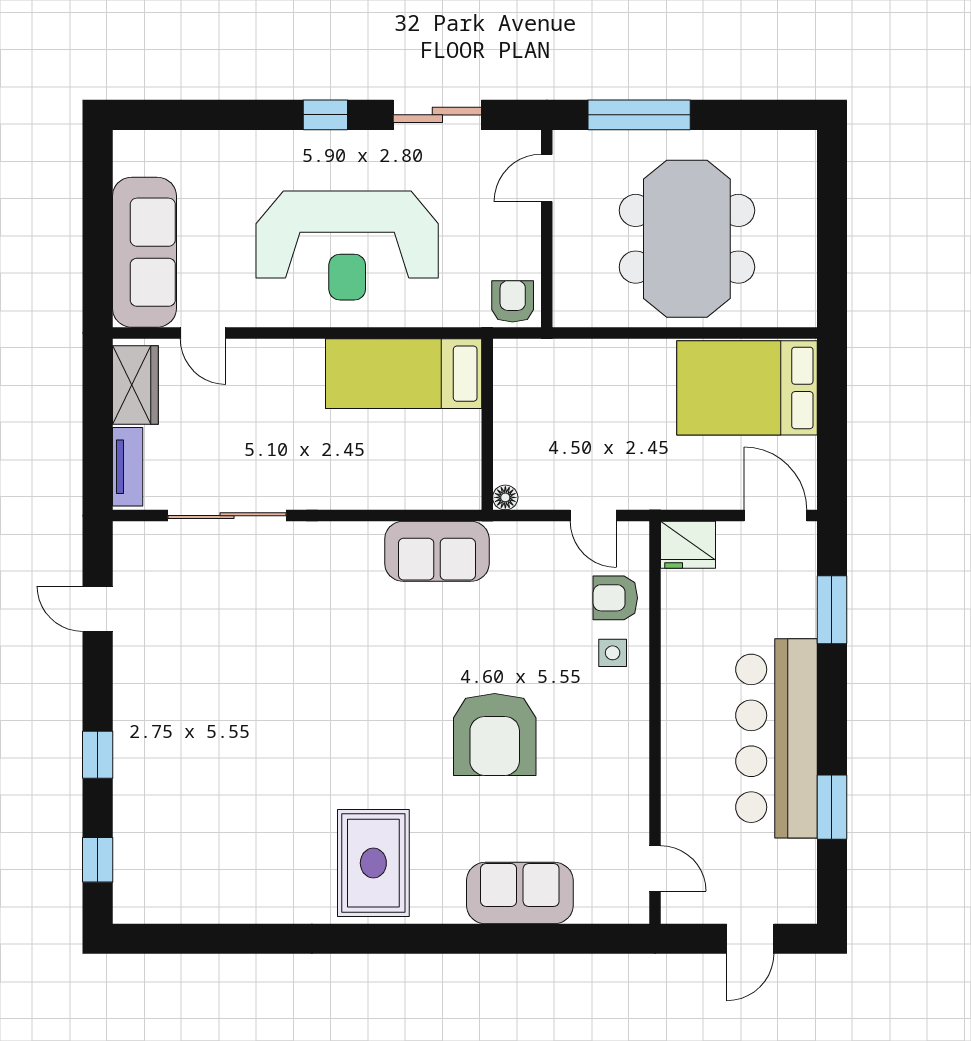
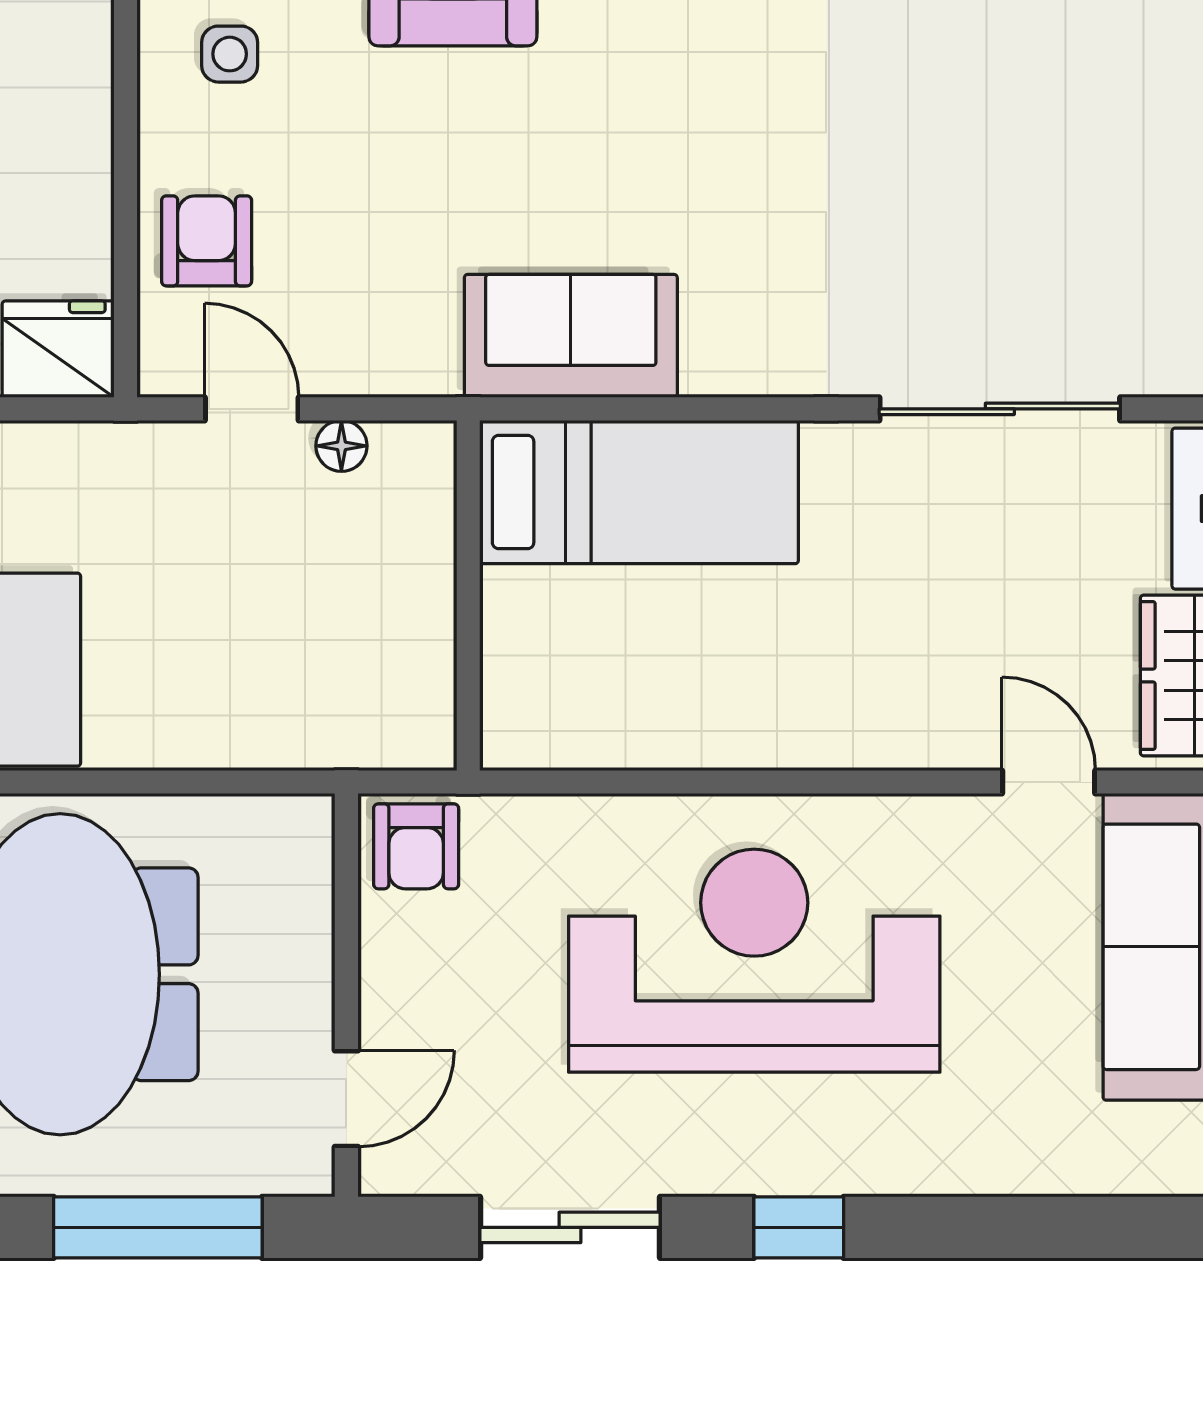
bed: (404, 374) -> (639, 492), moved
floor lamp: (505, 497) -> (341, 446), moved
armchair: (615, 598) -> (207, 241), turned -90
side table: (613, 653) -> (230, 54), moved

